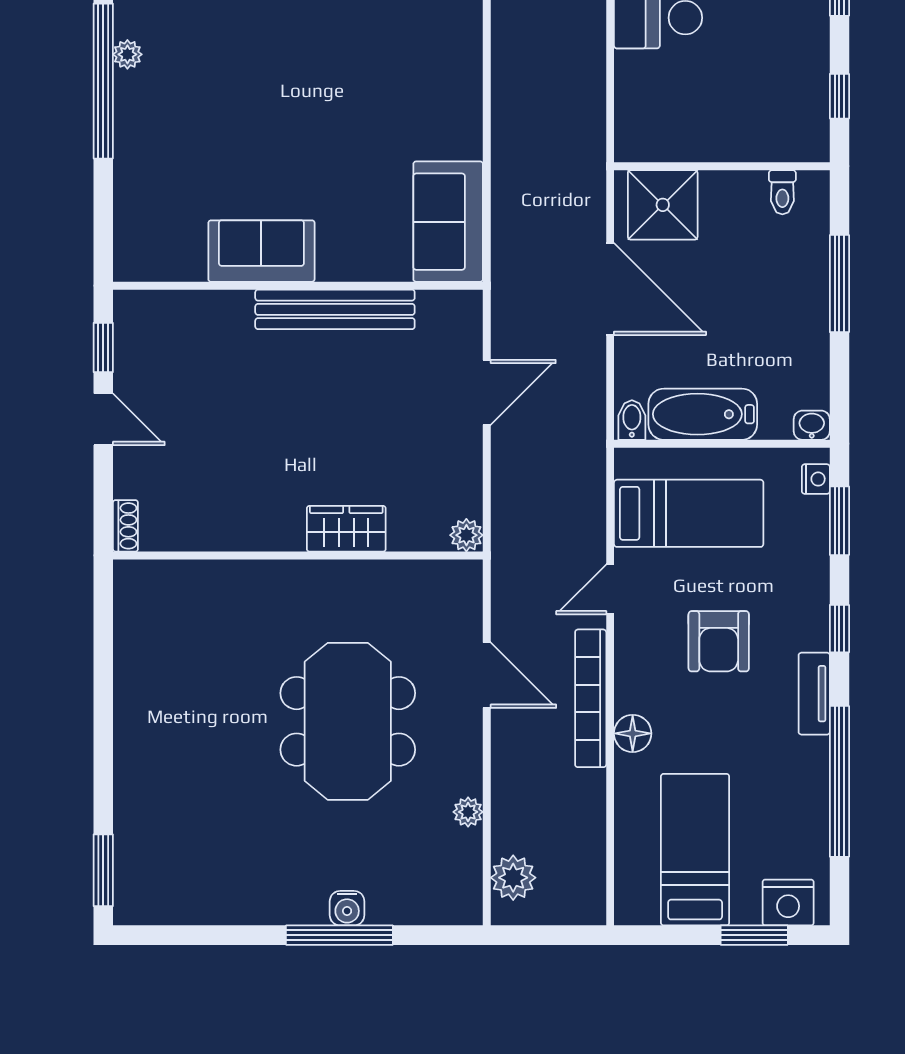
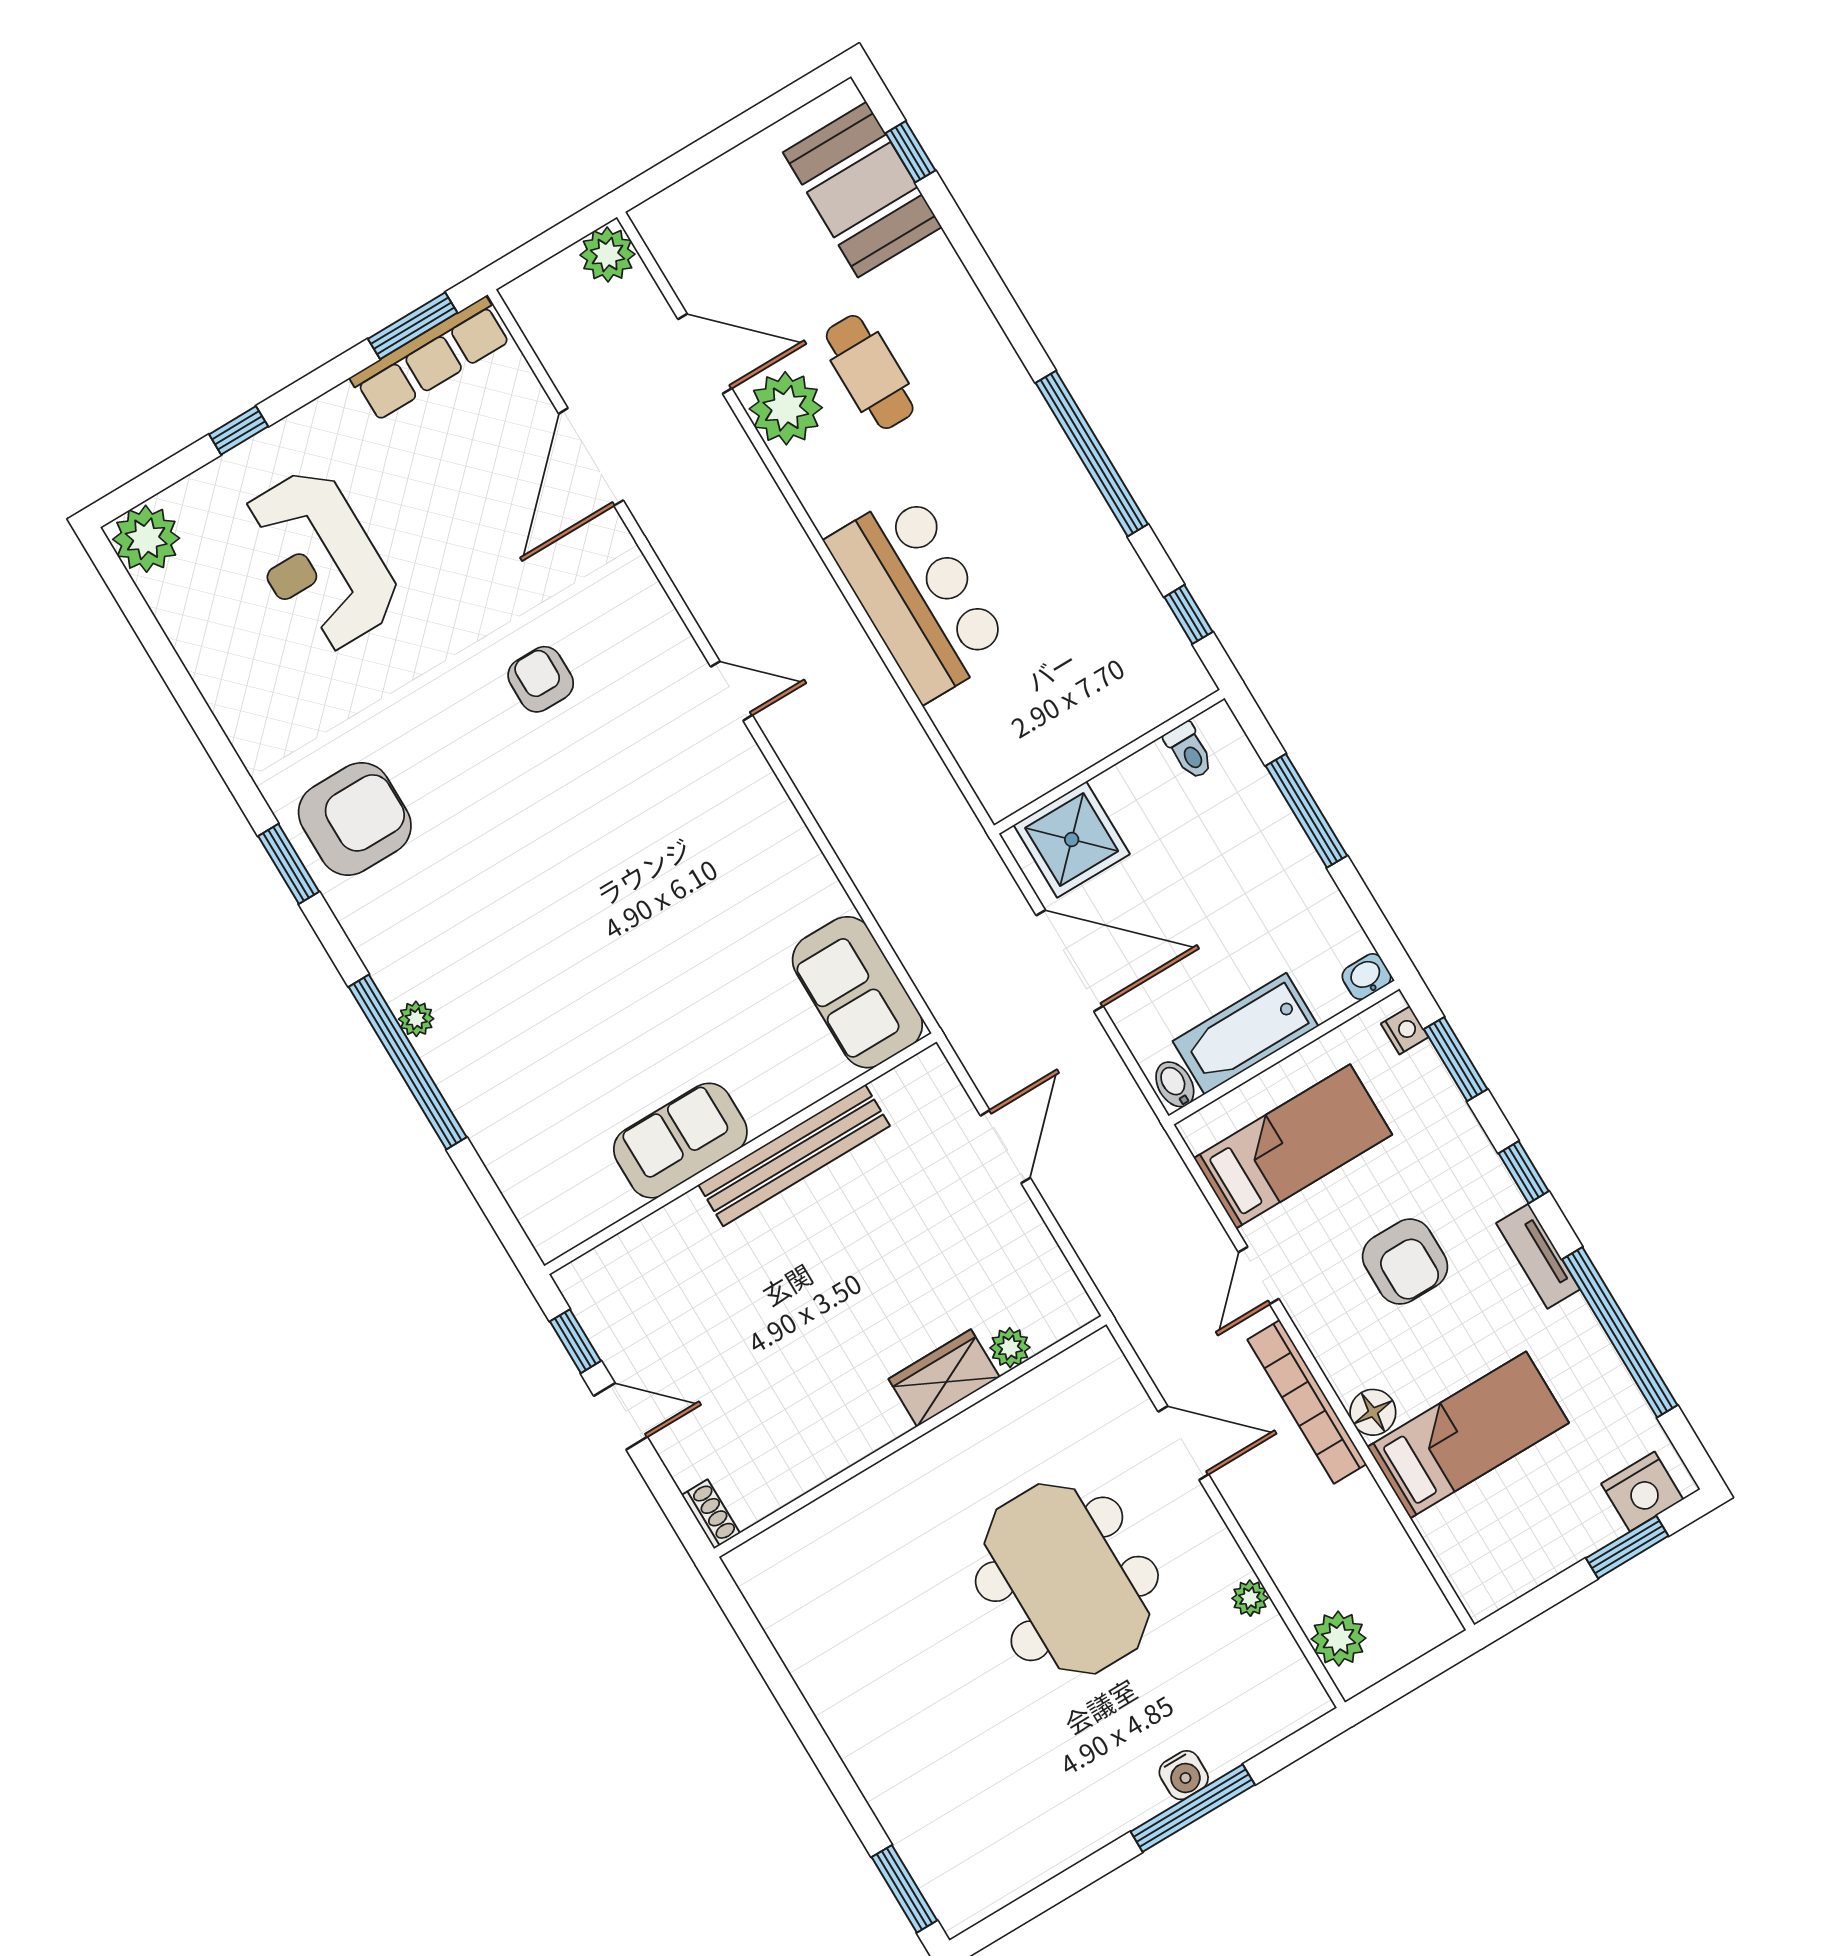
plant: (466, 535) -> (1010, 1348), moved
bed: (695, 850) -> (1468, 1435), moved, turned 90

